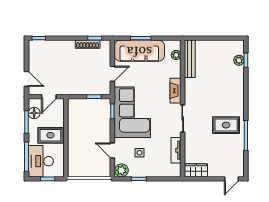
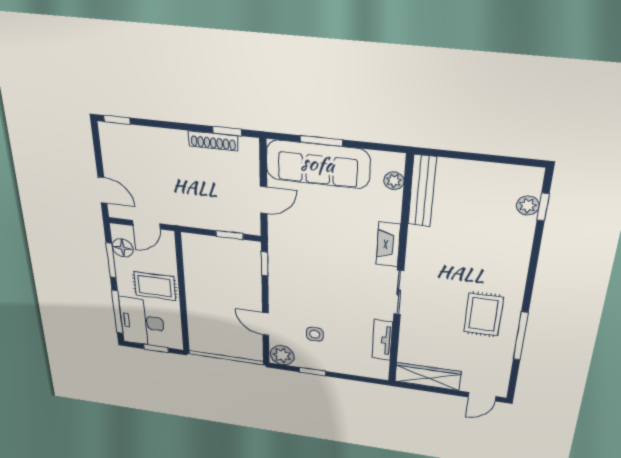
corner sofa: (132, 112) -> (302, 270), removed
rug: (226, 125) -> (484, 314), turned 90
wardrobe: (196, 170) -> (428, 376), width x1.50

